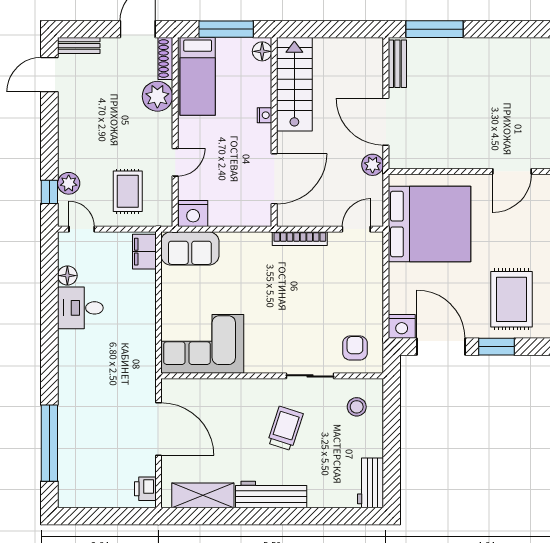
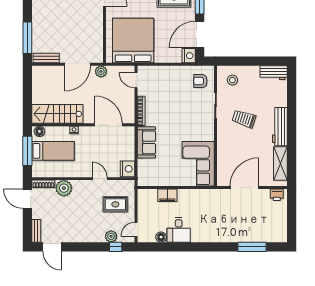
bed: (198, 76) -> (53, 151), moved
sofa: (190, 248) -> (146, 142), moved
filing cabinet: (144, 252) -> (167, 195), moved
window: (49, 443) -> (252, 247), width x0.68

